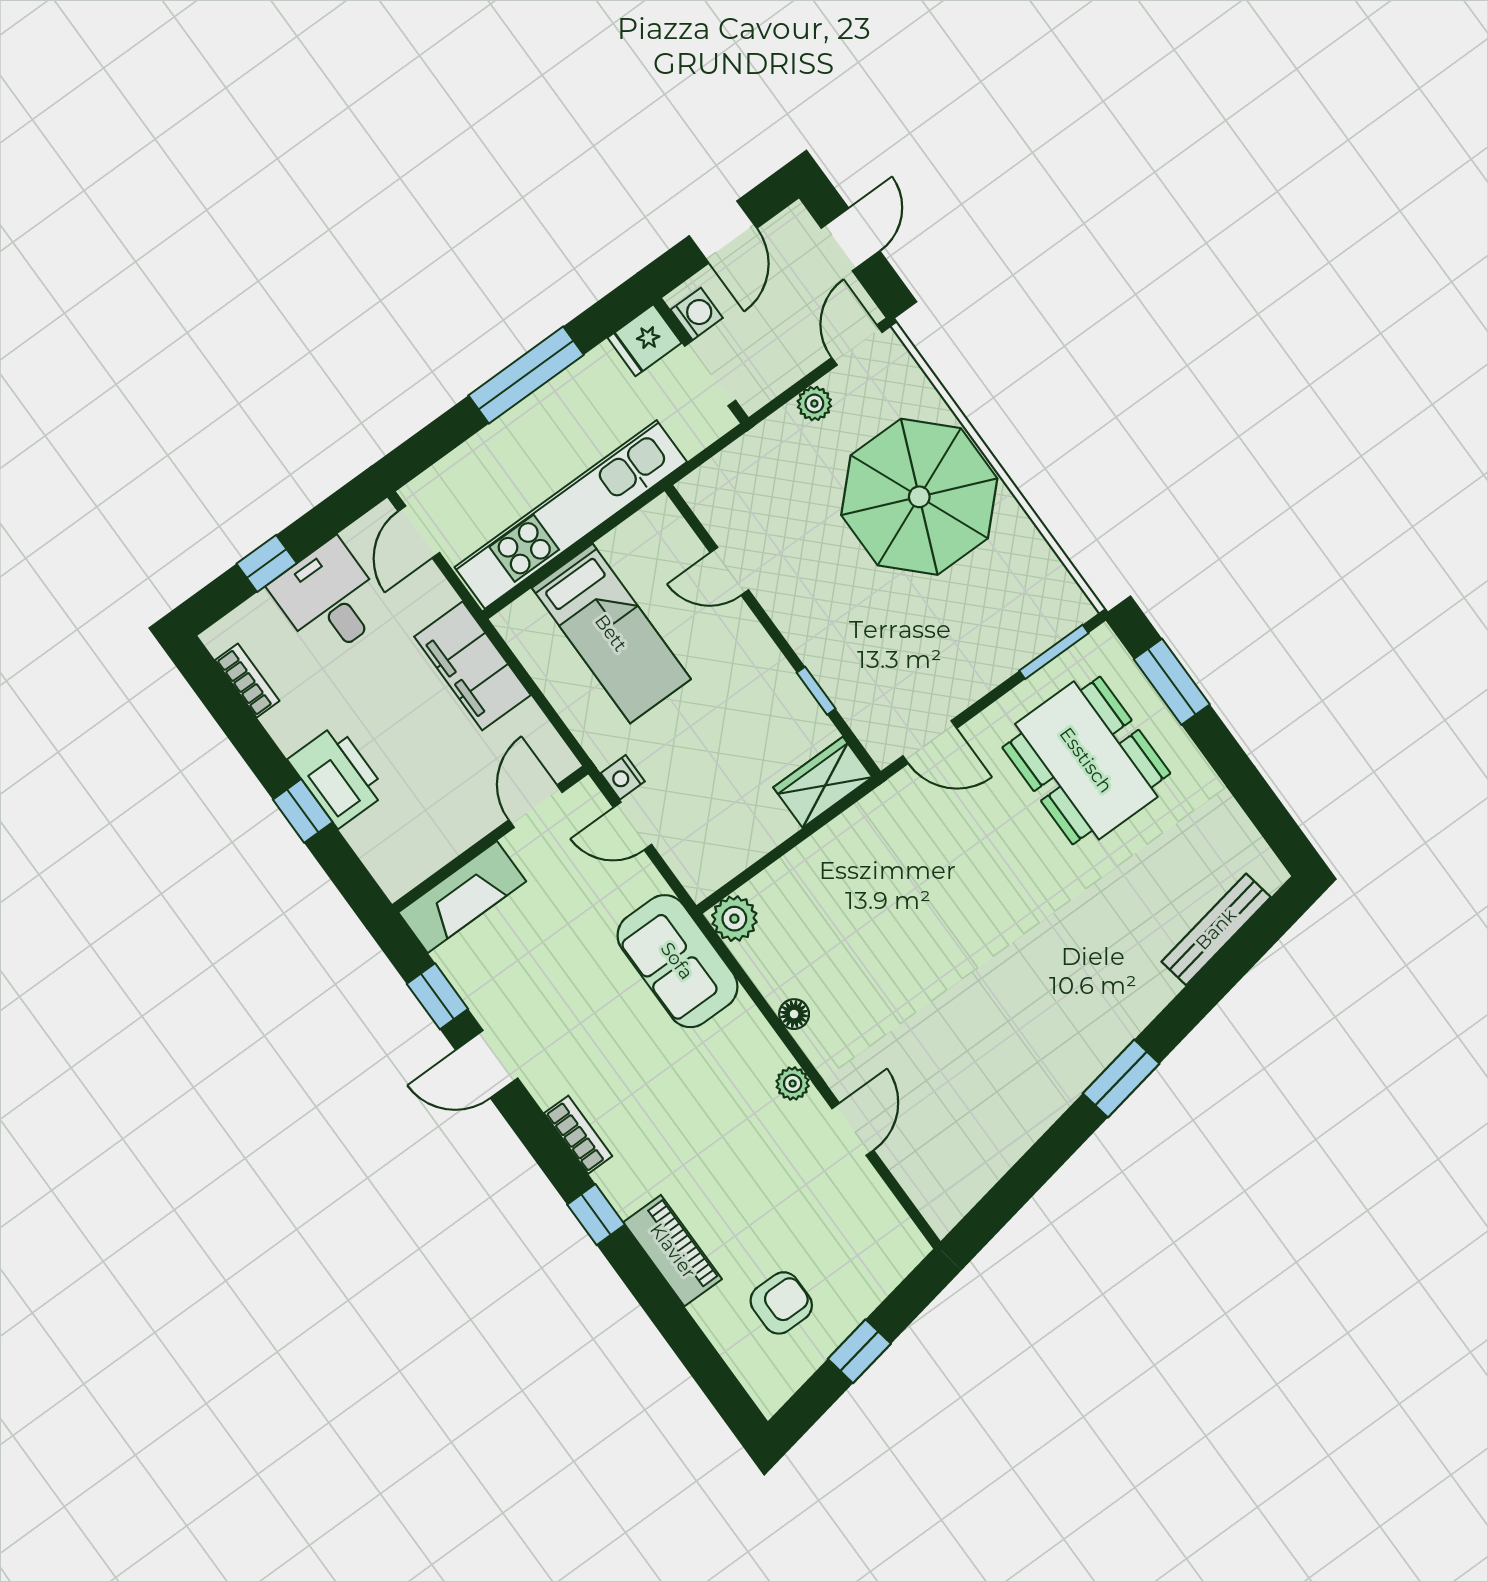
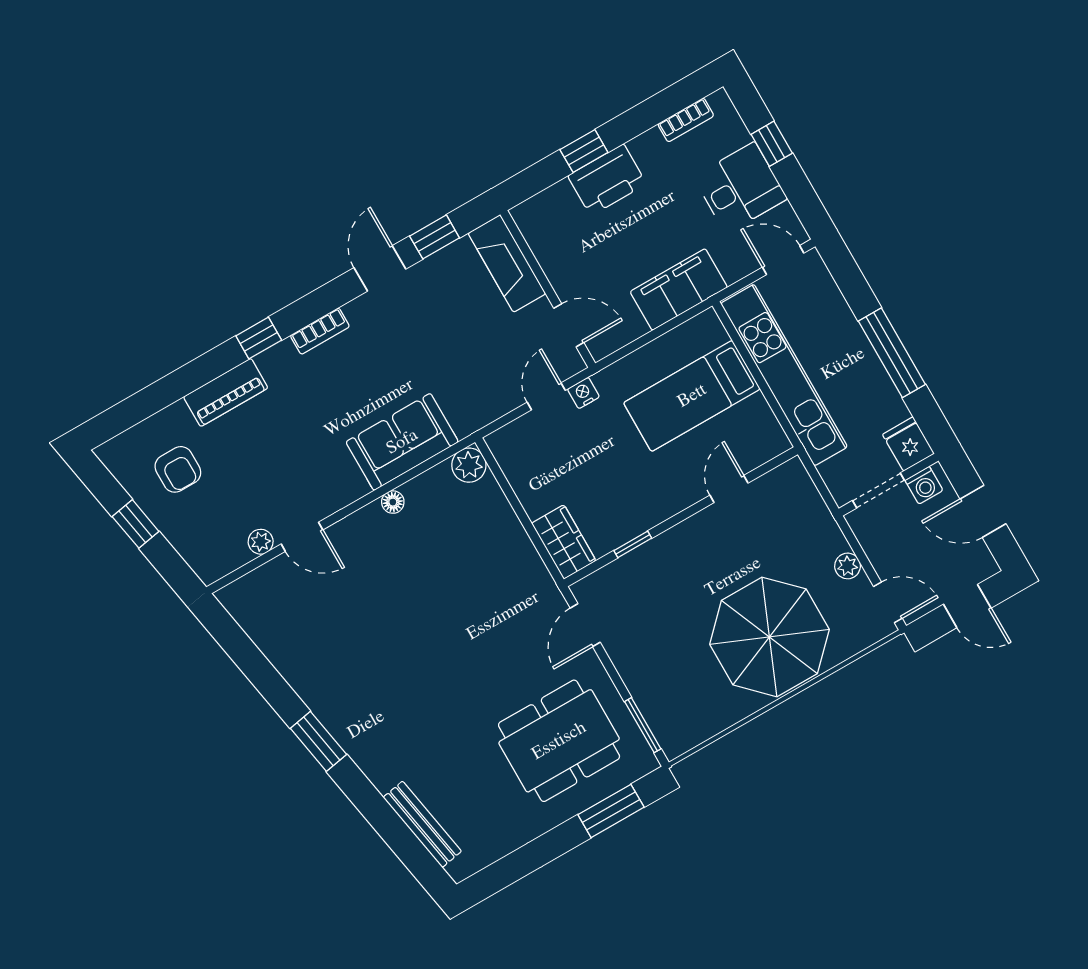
sofa: (677, 961) -> (402, 442), moved
plant: (793, 1083) -> (261, 542), moved

